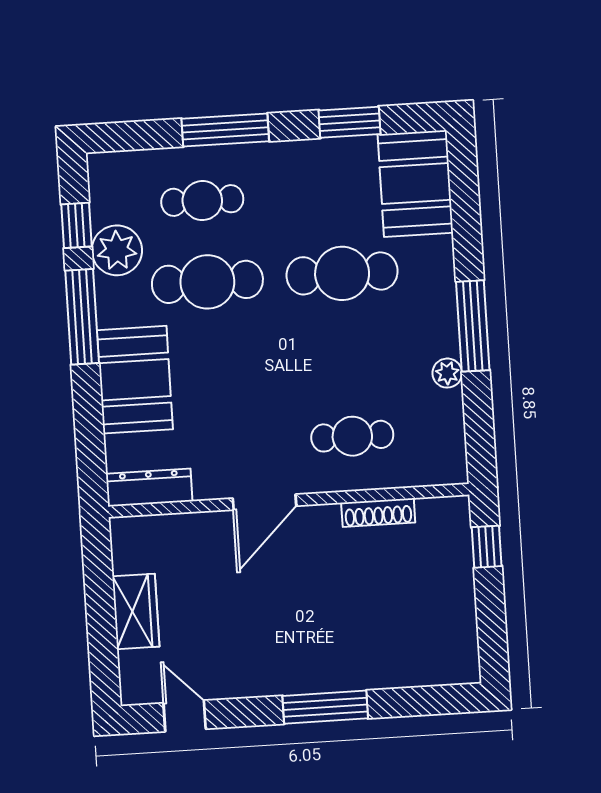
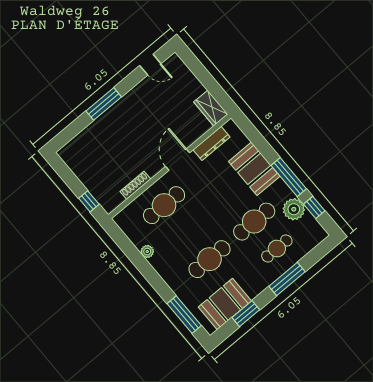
booth: (415, 184) -> (225, 304), moved, turned 90
window: (473, 326) -> (184, 315), moved
cafe table: (352, 436) -> (164, 205), width x1.37, depth x1.35
dresser: (149, 488) -> (211, 143), moved
wardrobe: (136, 611) -> (211, 108), moved

